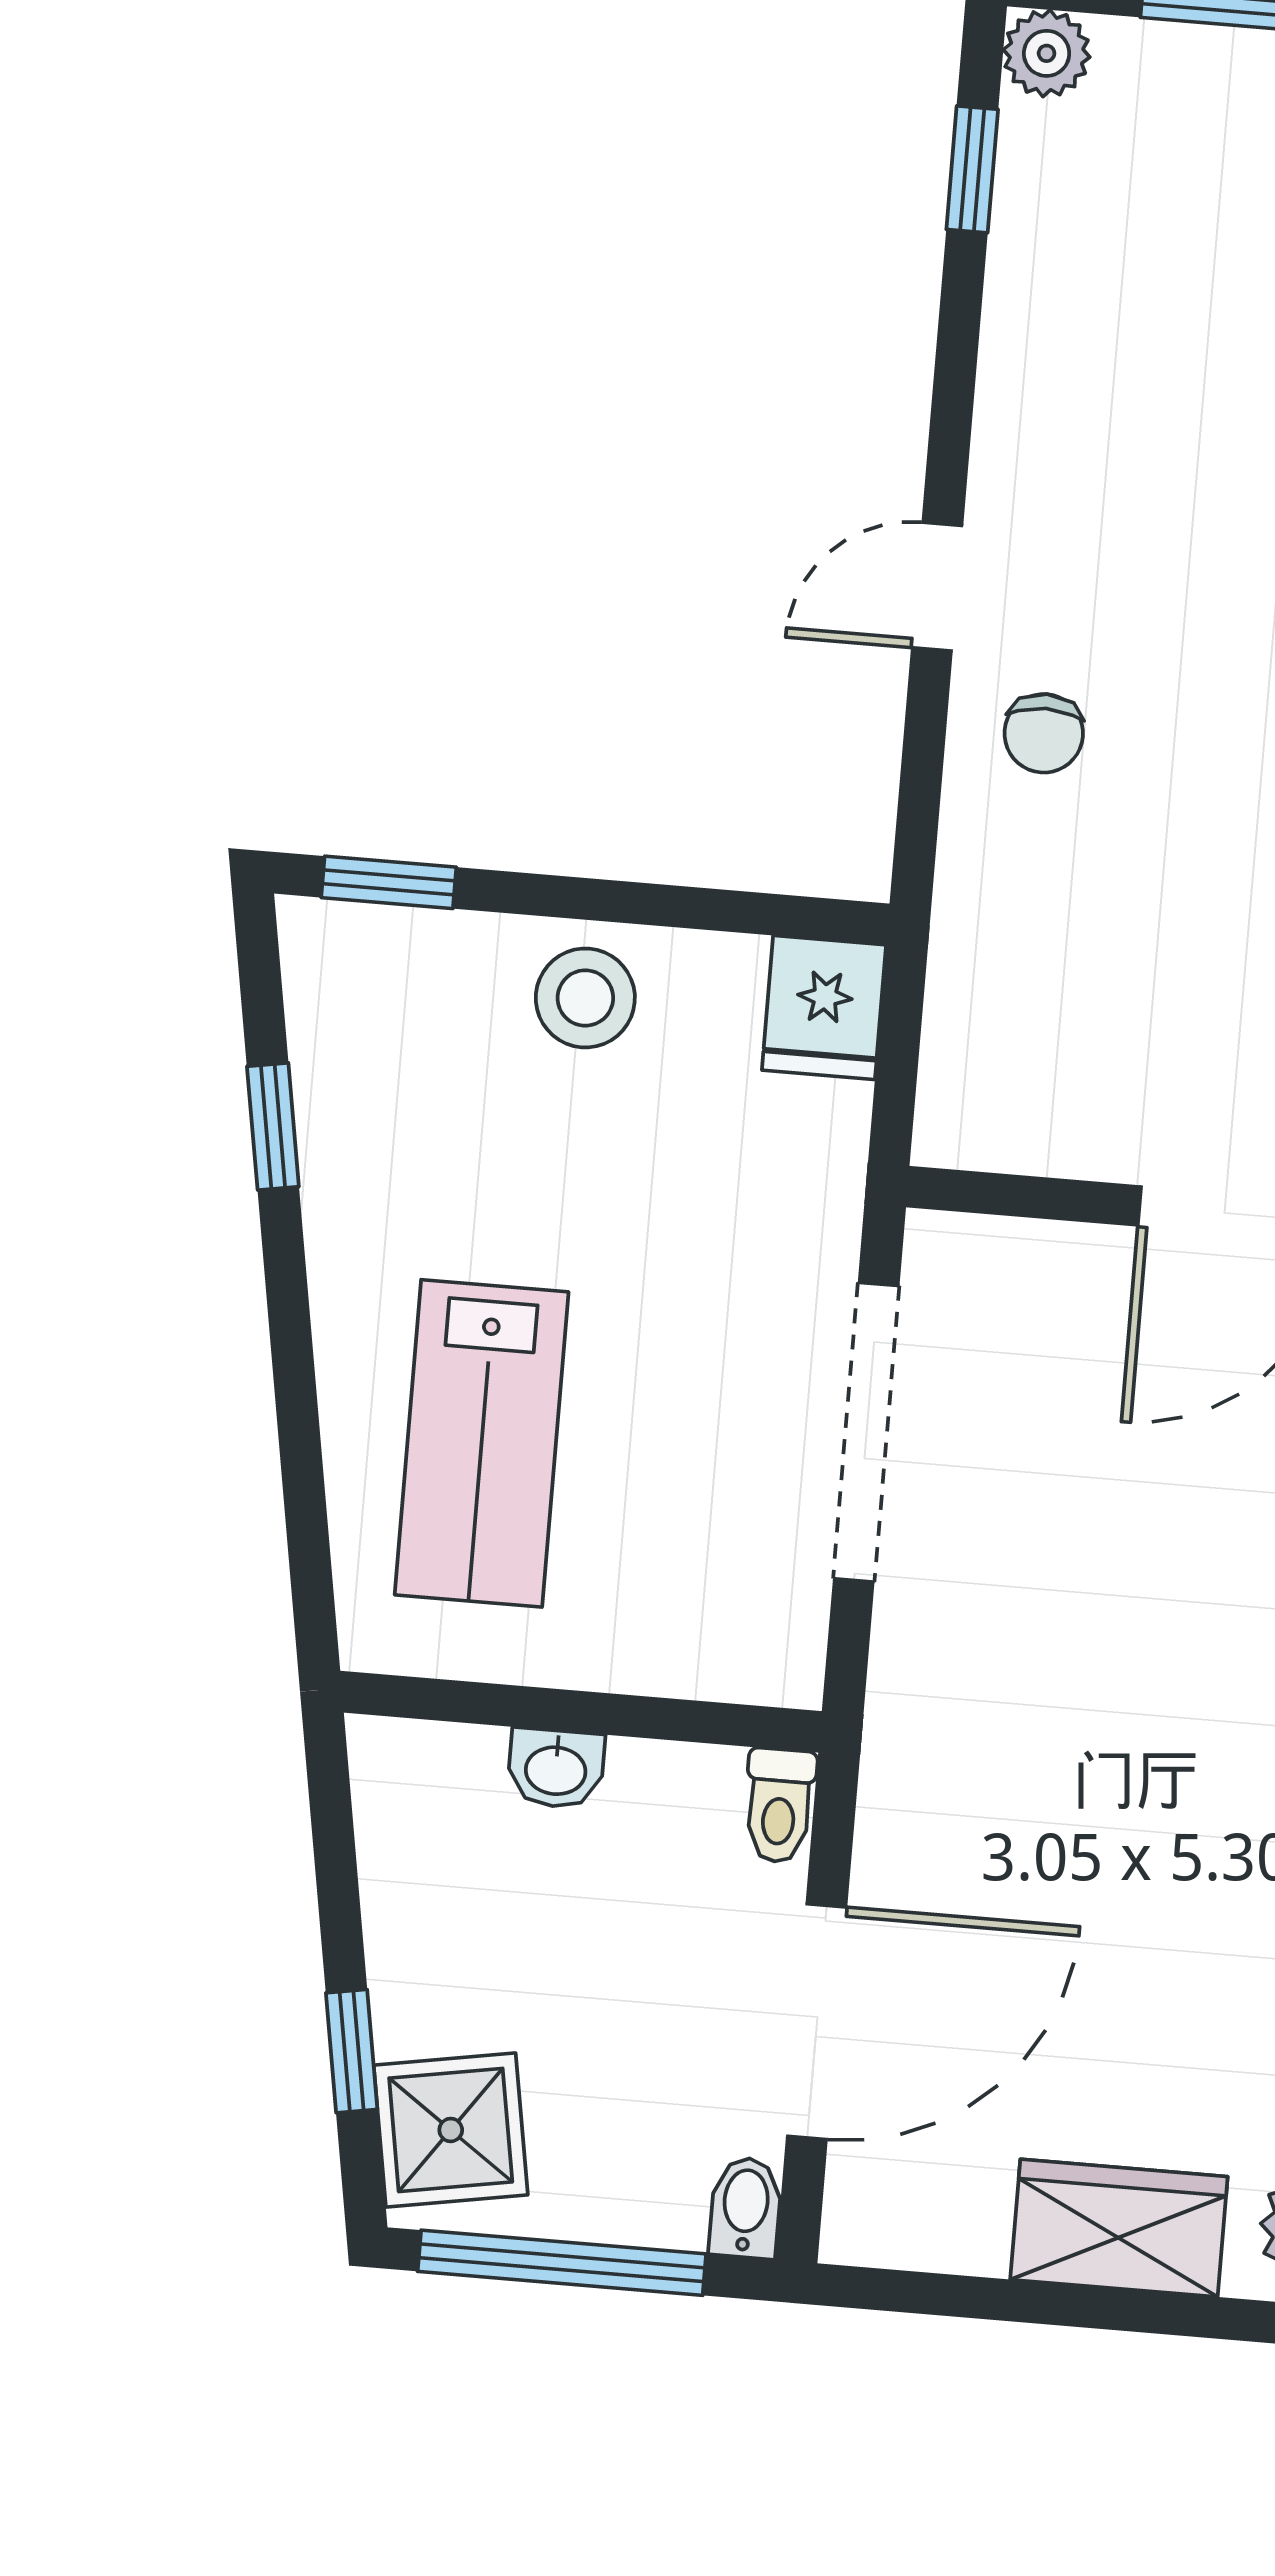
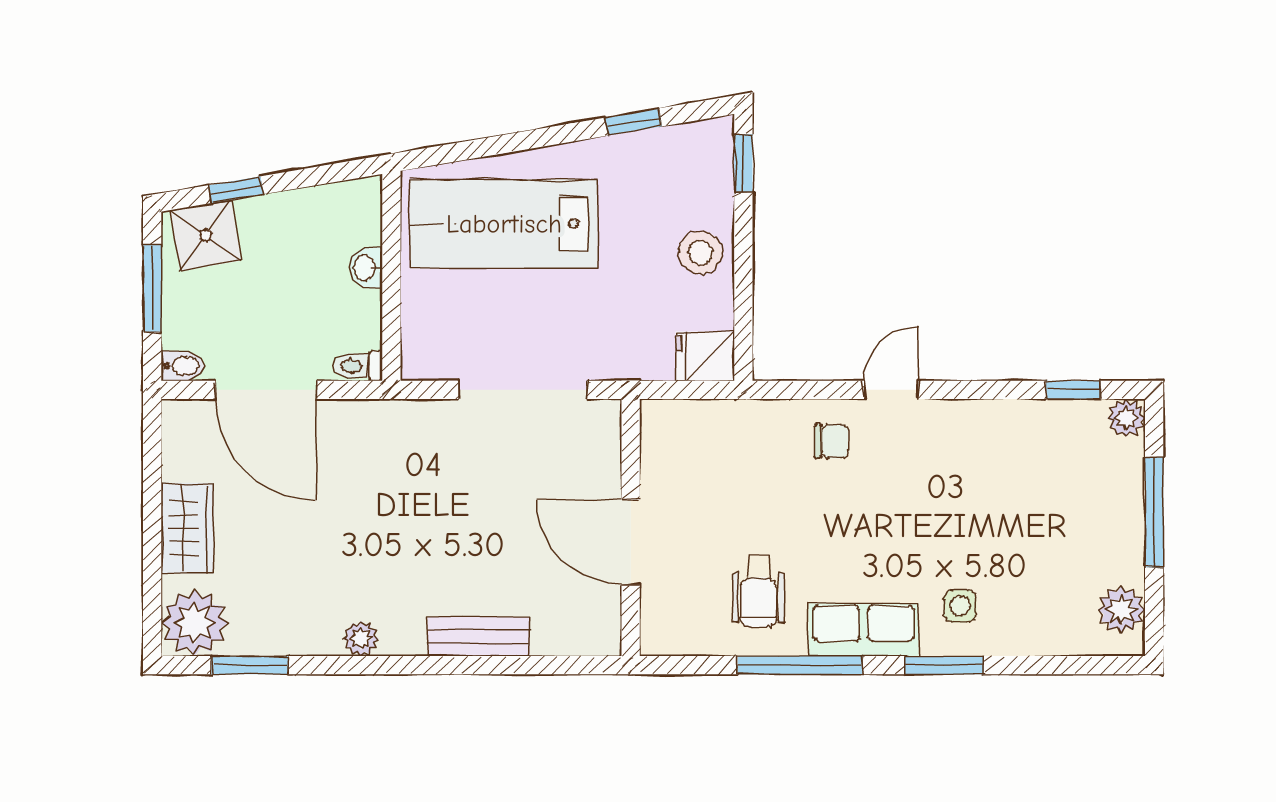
door: (937, 587) -> (891, 390), hinge flipped
chair: (1044, 733) -> (832, 441), turned 180
lab bench: (482, 1443) -> (504, 224), width x1.36, depth x1.39
window: (562, 2263) -> (152, 288), width x0.69

